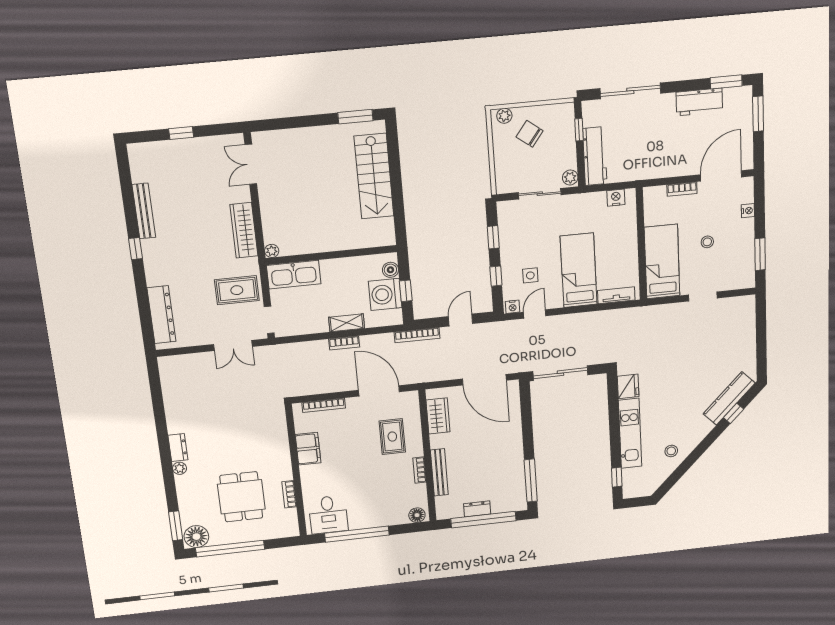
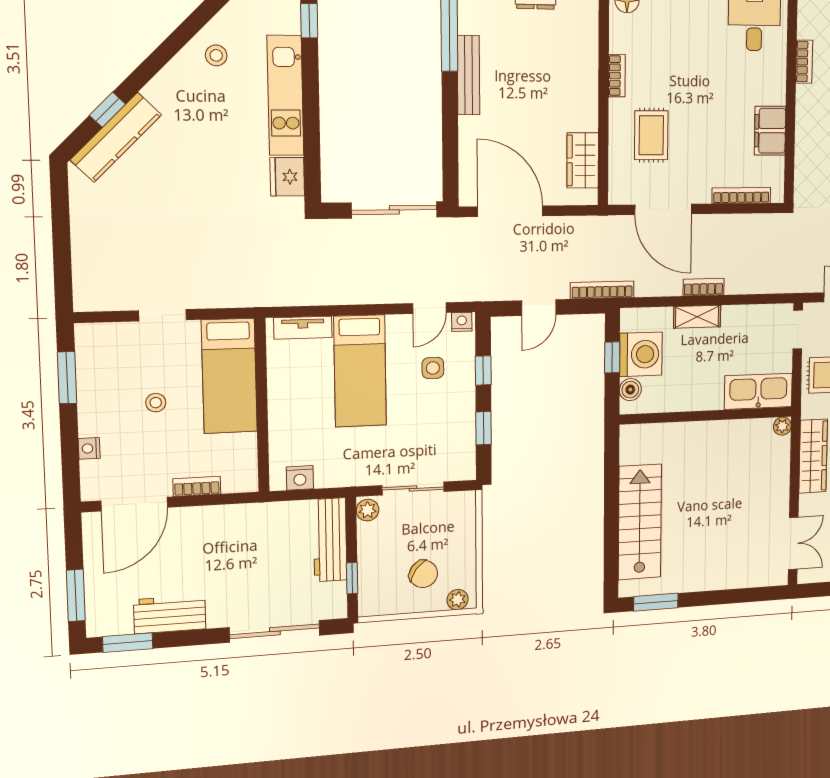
bench: (439, 472) -> (469, 75), moved

